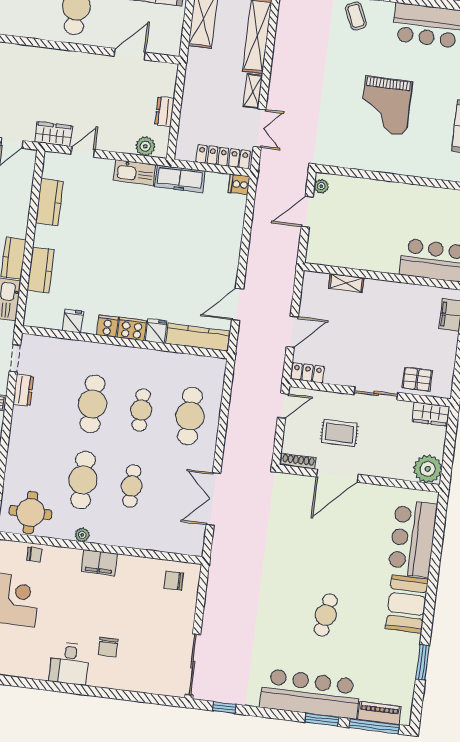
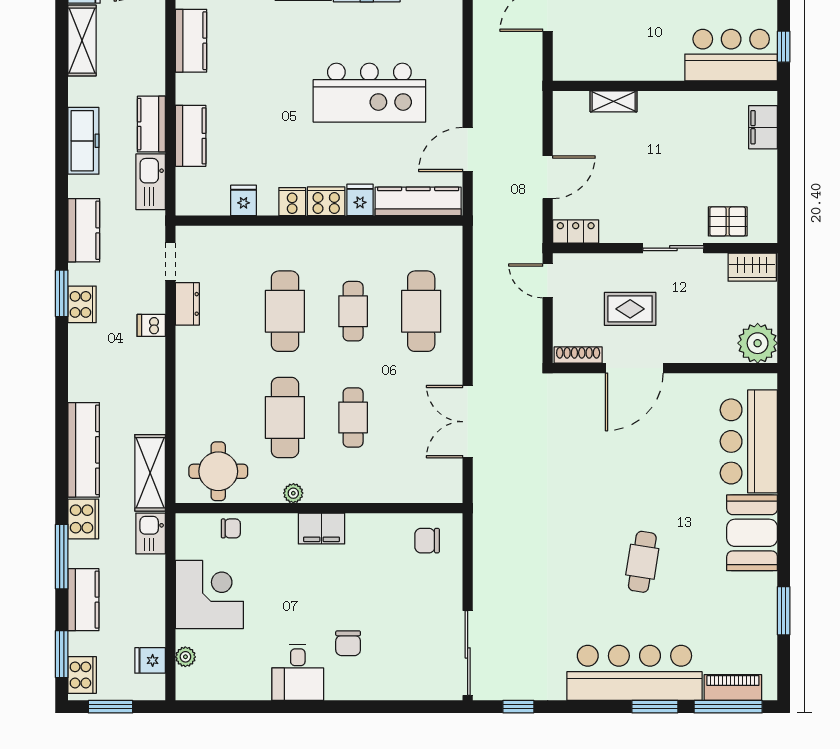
kitchen island: (172, 255) -> (369, 93), added
door: (283, 406) -> (548, 281), swing flipped

